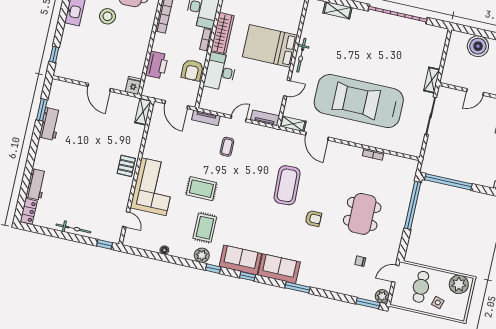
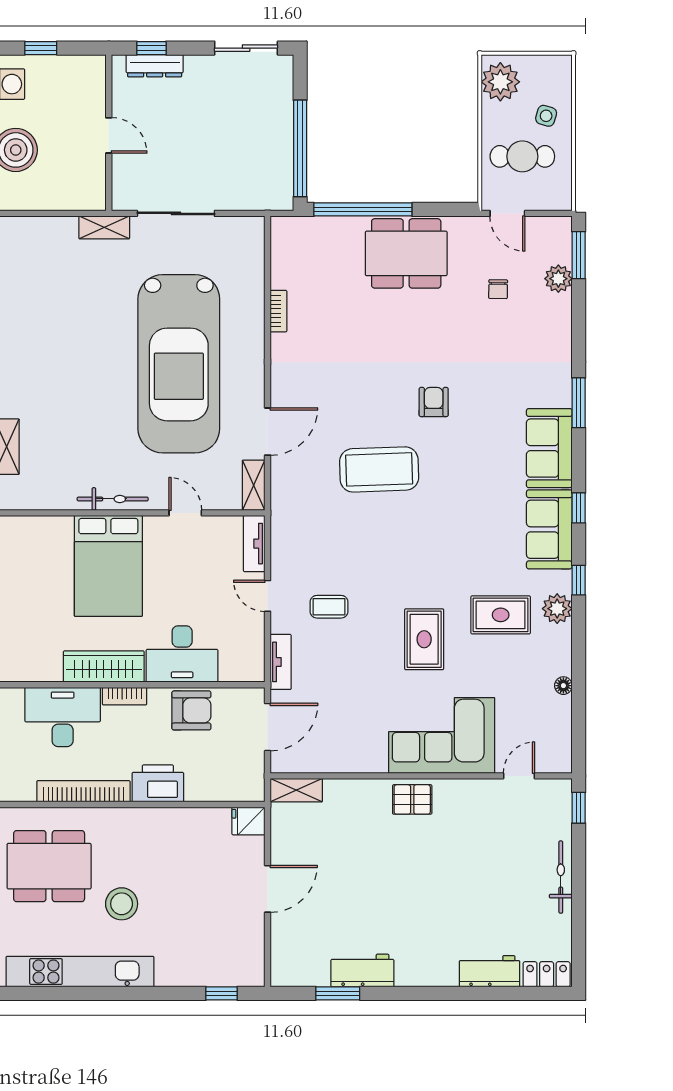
printer: (157, 65) -> (158, 783), moved
dining table: (362, 214) -> (406, 253), moved
plant: (382, 296) -> (558, 279), moved

